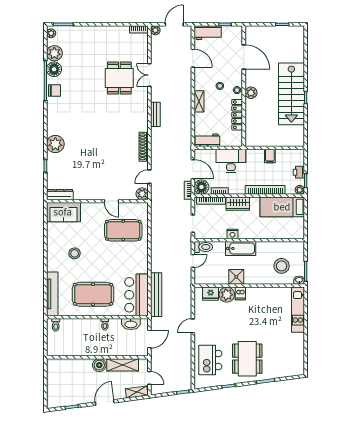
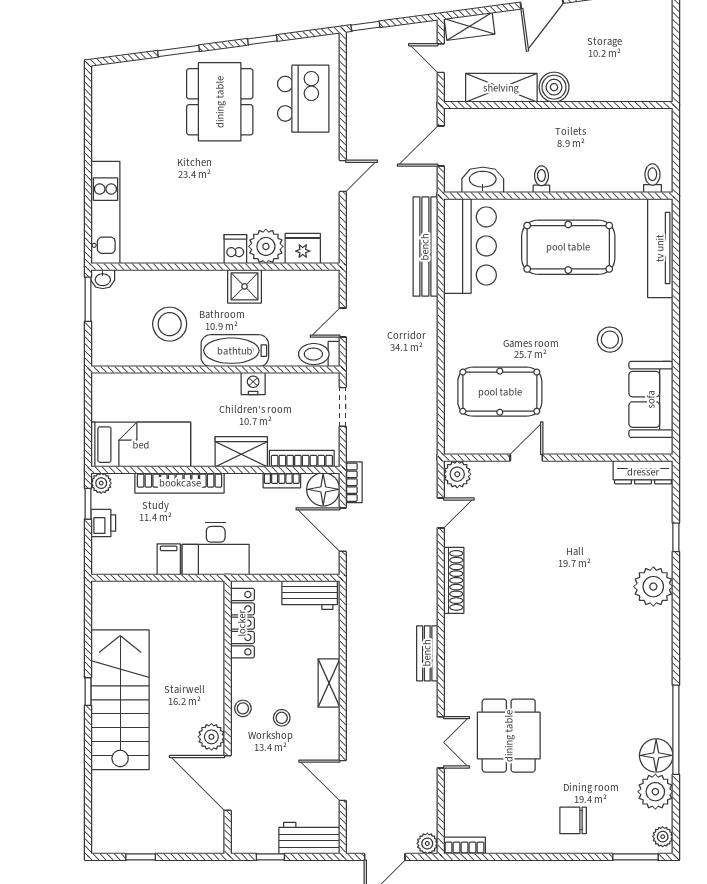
chair: (54, 90) -> (573, 820), moved
plant: (251, 93) -> (211, 737), moved
locker: (237, 115) -> (242, 623), moved
desk: (231, 161) -> (216, 549), moved
door: (112, 201) -> (526, 458), hinge flipped
sofa: (63, 212) -> (651, 399), moved, turned -90
stool: (282, 266) -> (170, 324), moved

